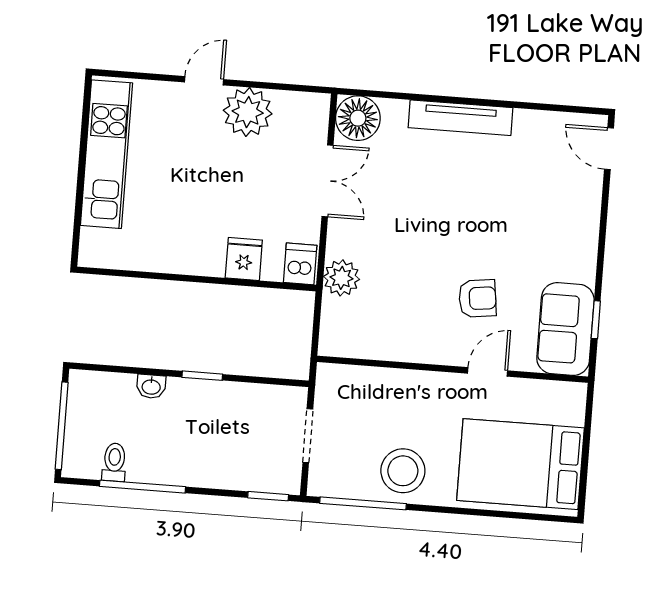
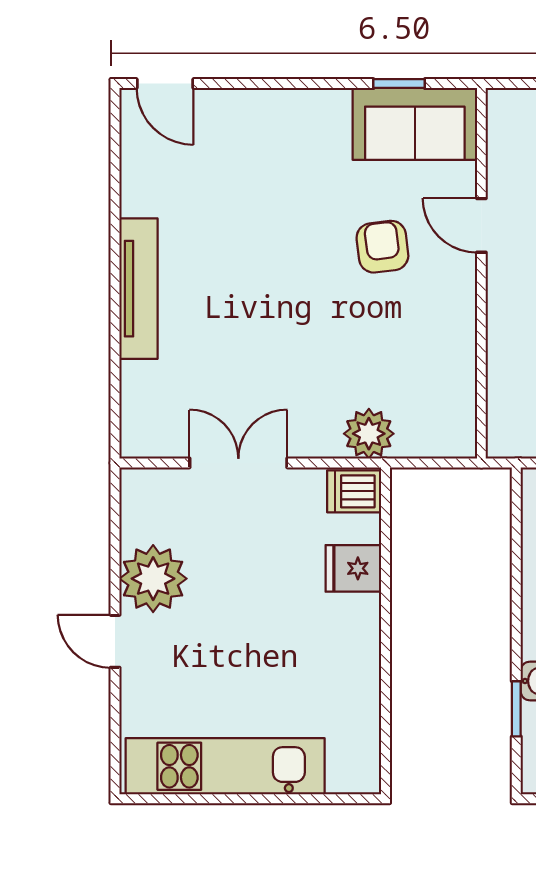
floor lamp: (358, 118) -> (150, 428), removed
door: (609, 149) -> (165, 84), hinge flipped
window: (202, 376) -> (516, 709), moved

